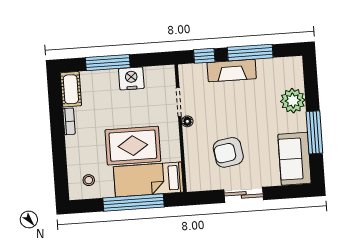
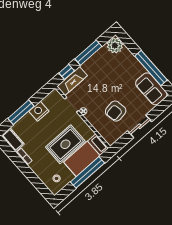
fireplace: (232, 71) -> (72, 81), moved
plant: (293, 101) -> (115, 45), moved
window: (314, 132) -> (151, 68), width x1.46

